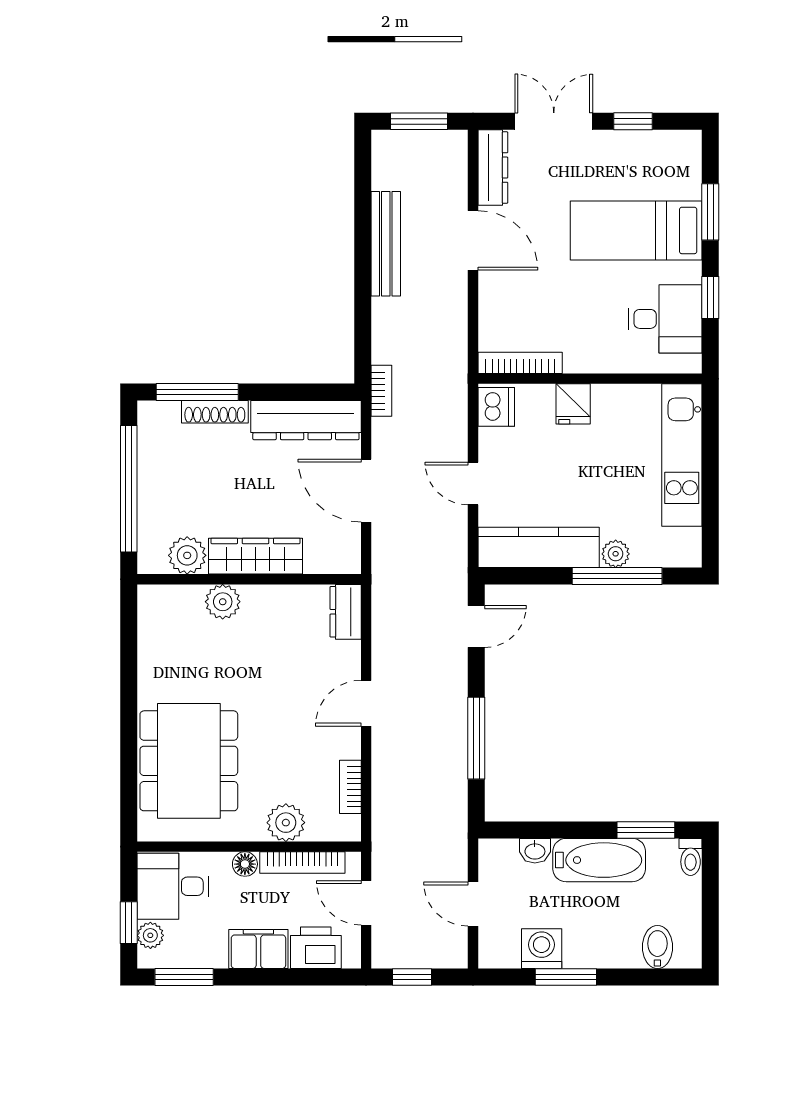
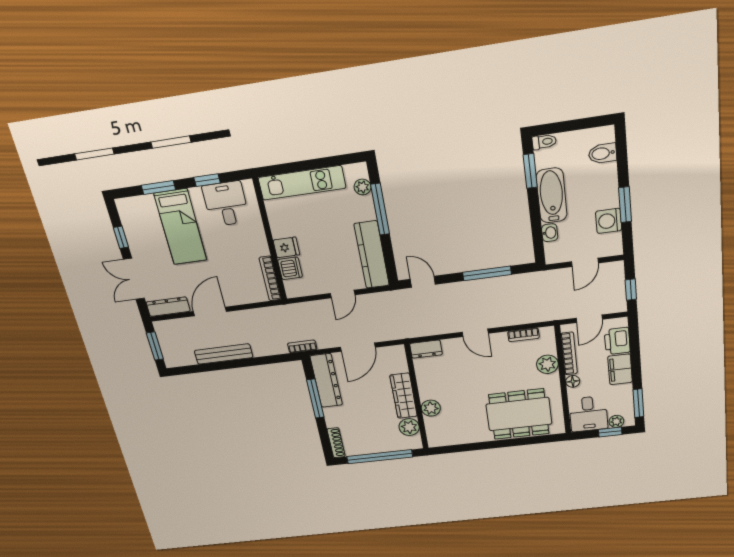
window: (197, 392) -> (315, 399), moved
dishwasher: (496, 407) -> (290, 268), moved, turned 90
shoe rack: (215, 412) -> (336, 443), moved
plant: (616, 554) -> (363, 187), moved

